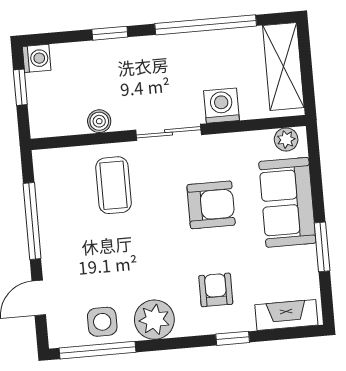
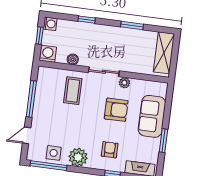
window: (206, 25) -> (132, 25), width x0.47
washing machine: (221, 106) -> (48, 54), moved
plant: (286, 139) -> (124, 83), moved

